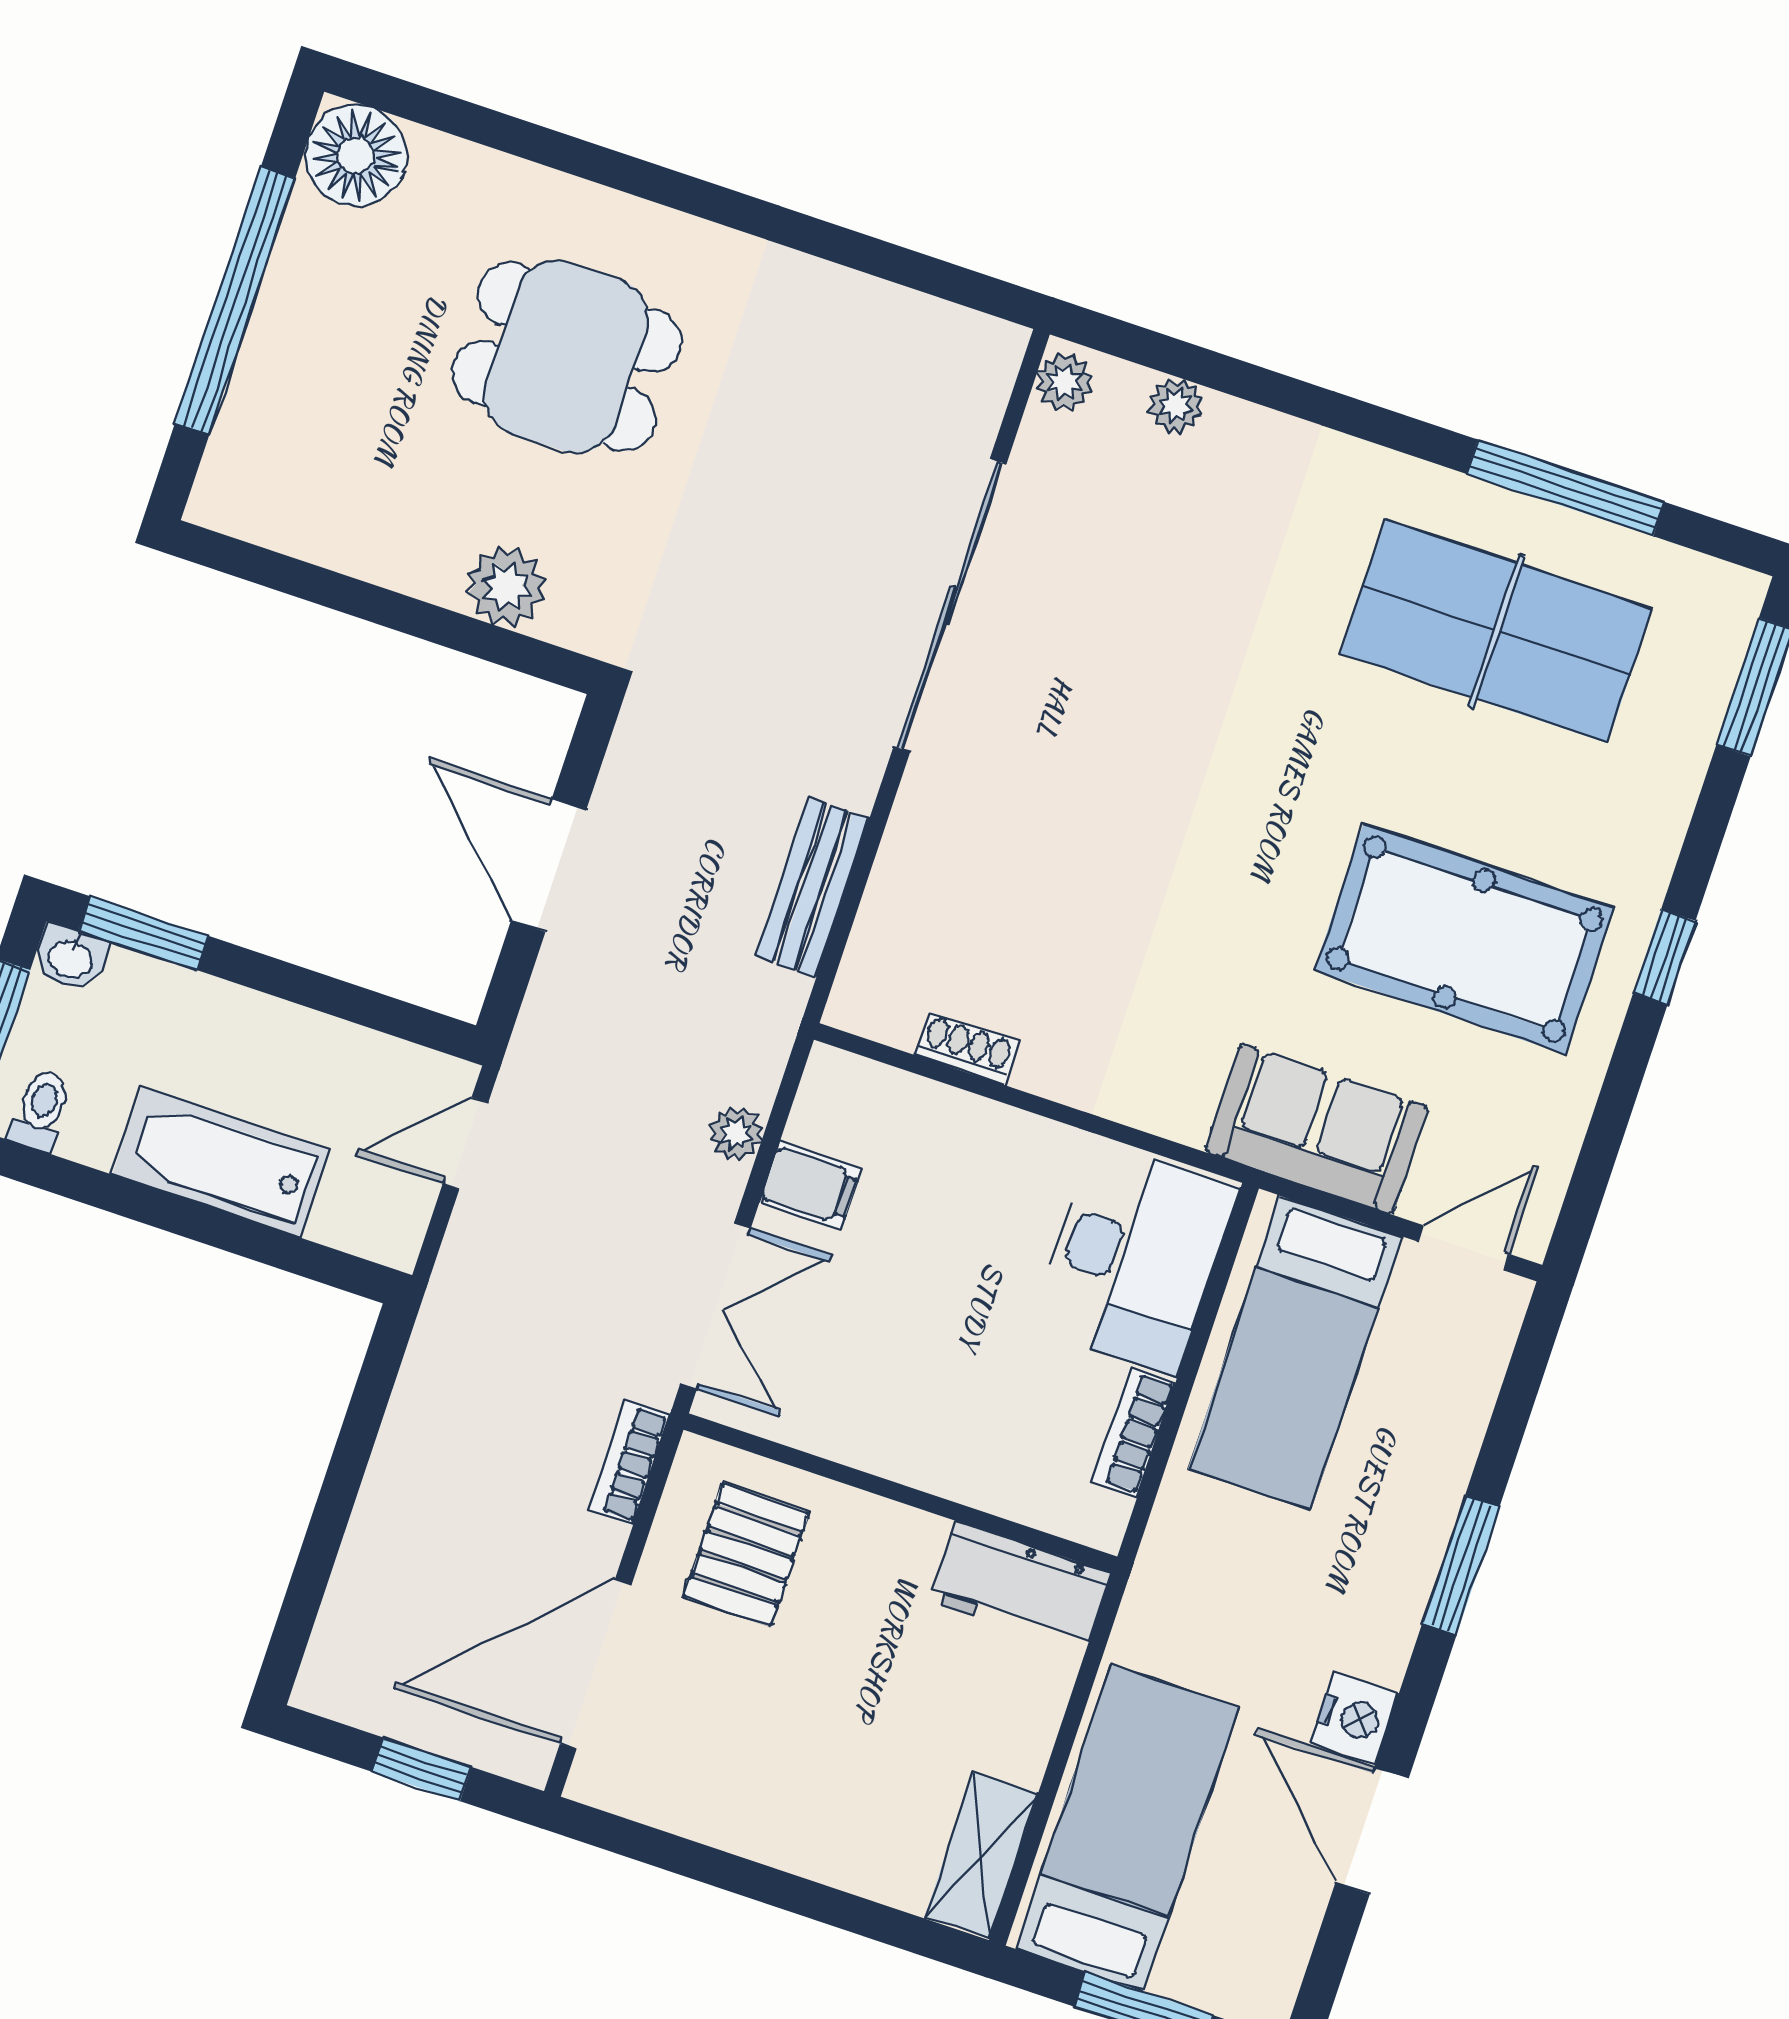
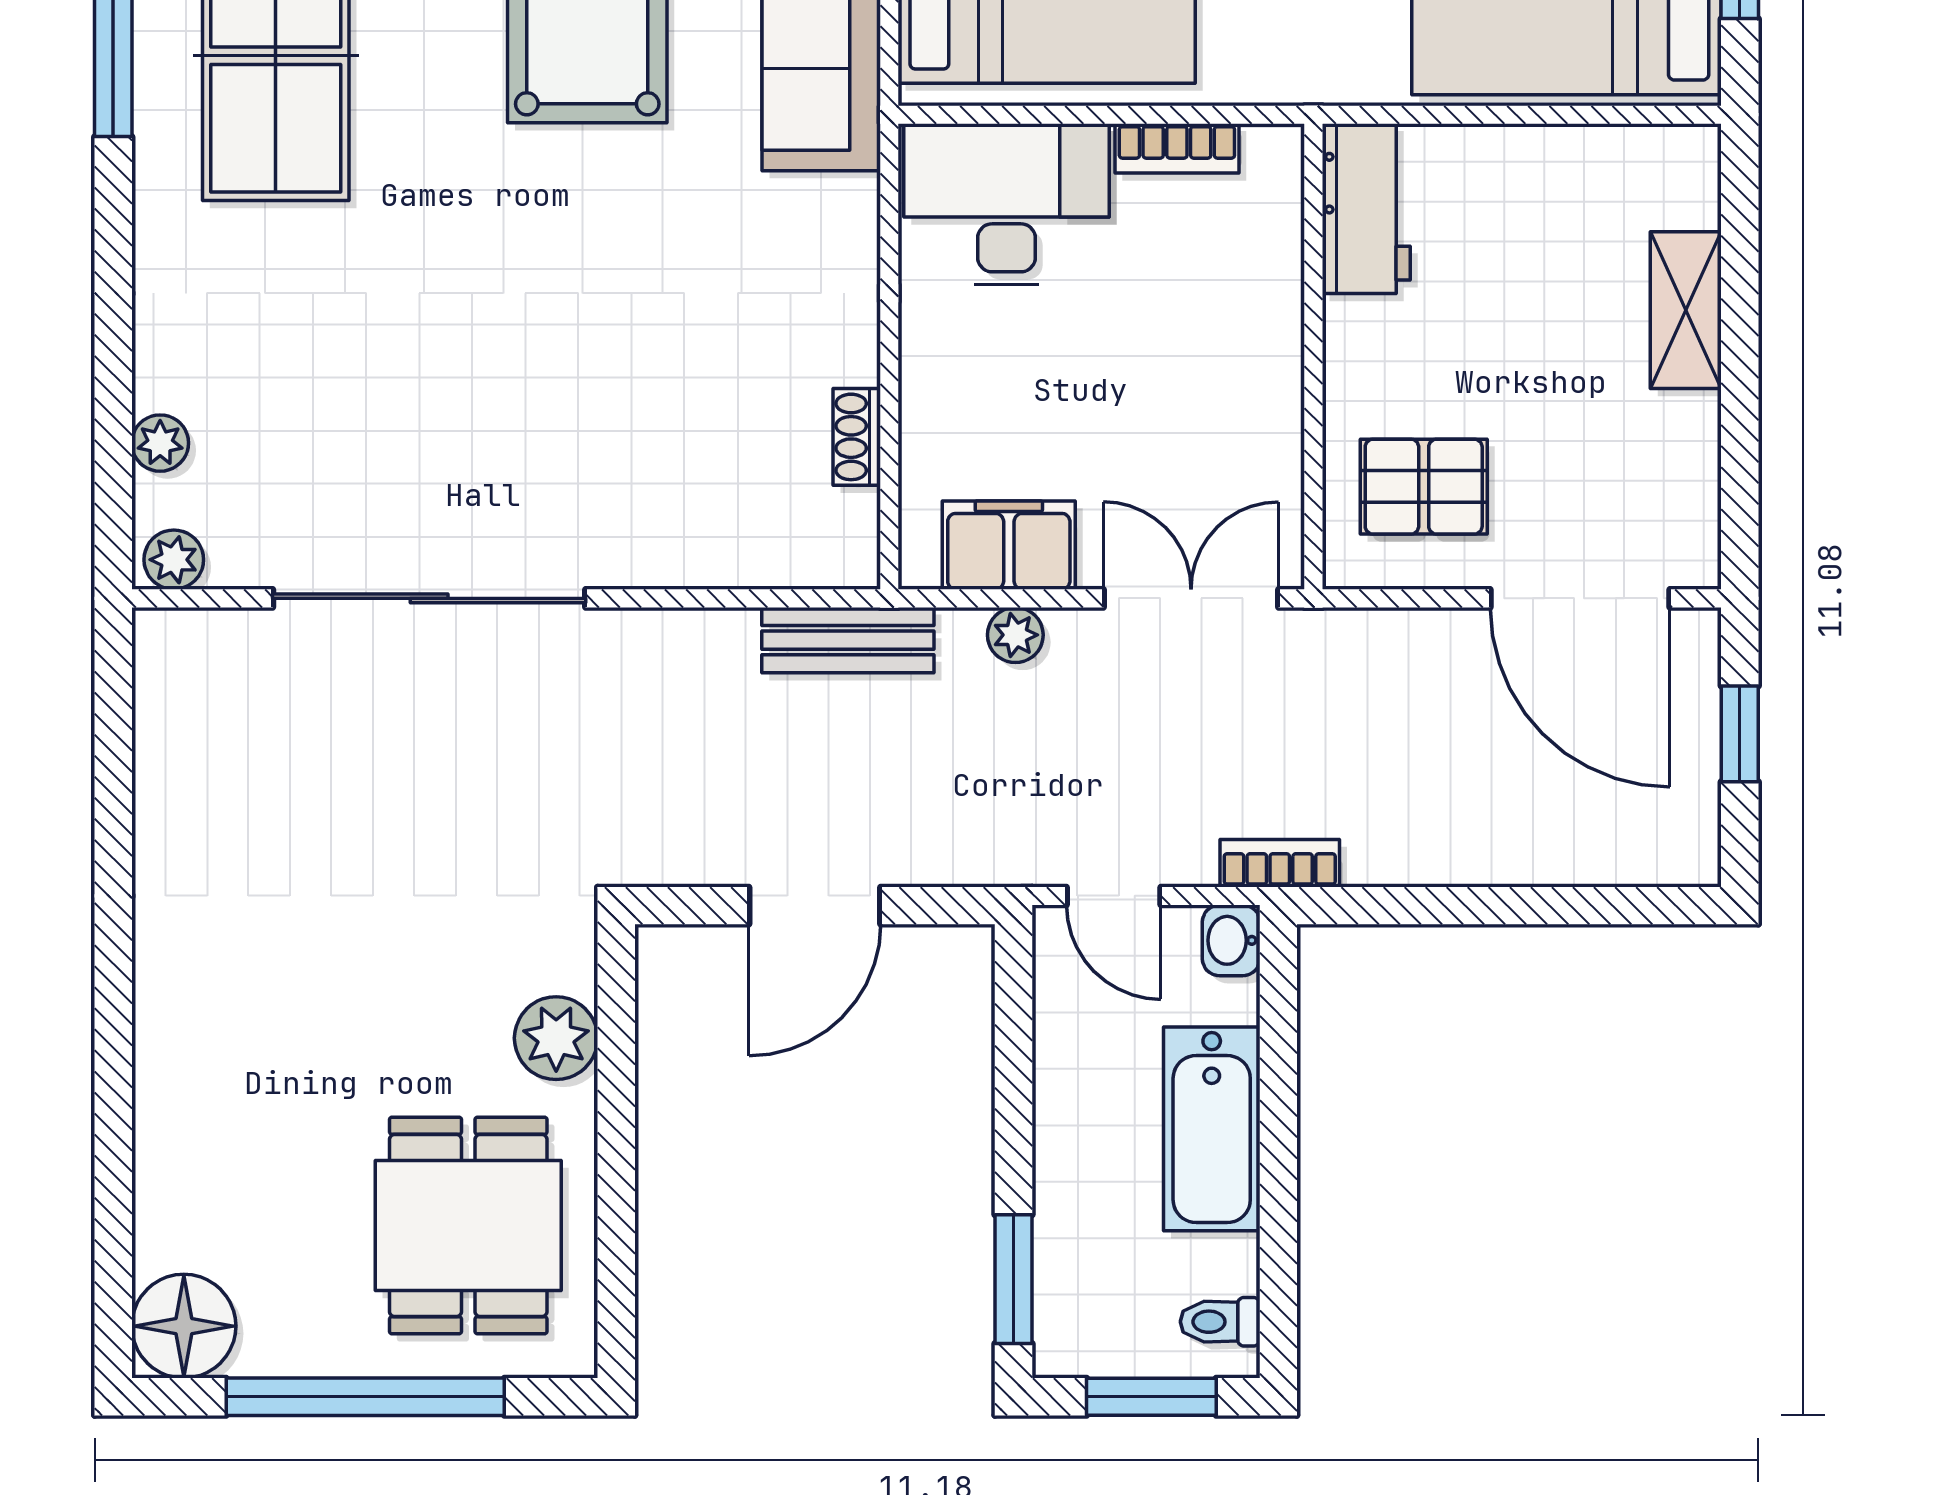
dining table: (567, 357) -> (468, 1226), moved
bench: (813, 888) -> (848, 640), moved
washbasin: (71, 957) -> (1231, 940), moved, turned 180
filing cabinet: (810, 1185) -> (1009, 545), width x2.00
bookcase: (630, 1463) -> (1280, 863), moved, turned 180
shelving: (981, 1855) -> (1686, 310), moved, turned 90

